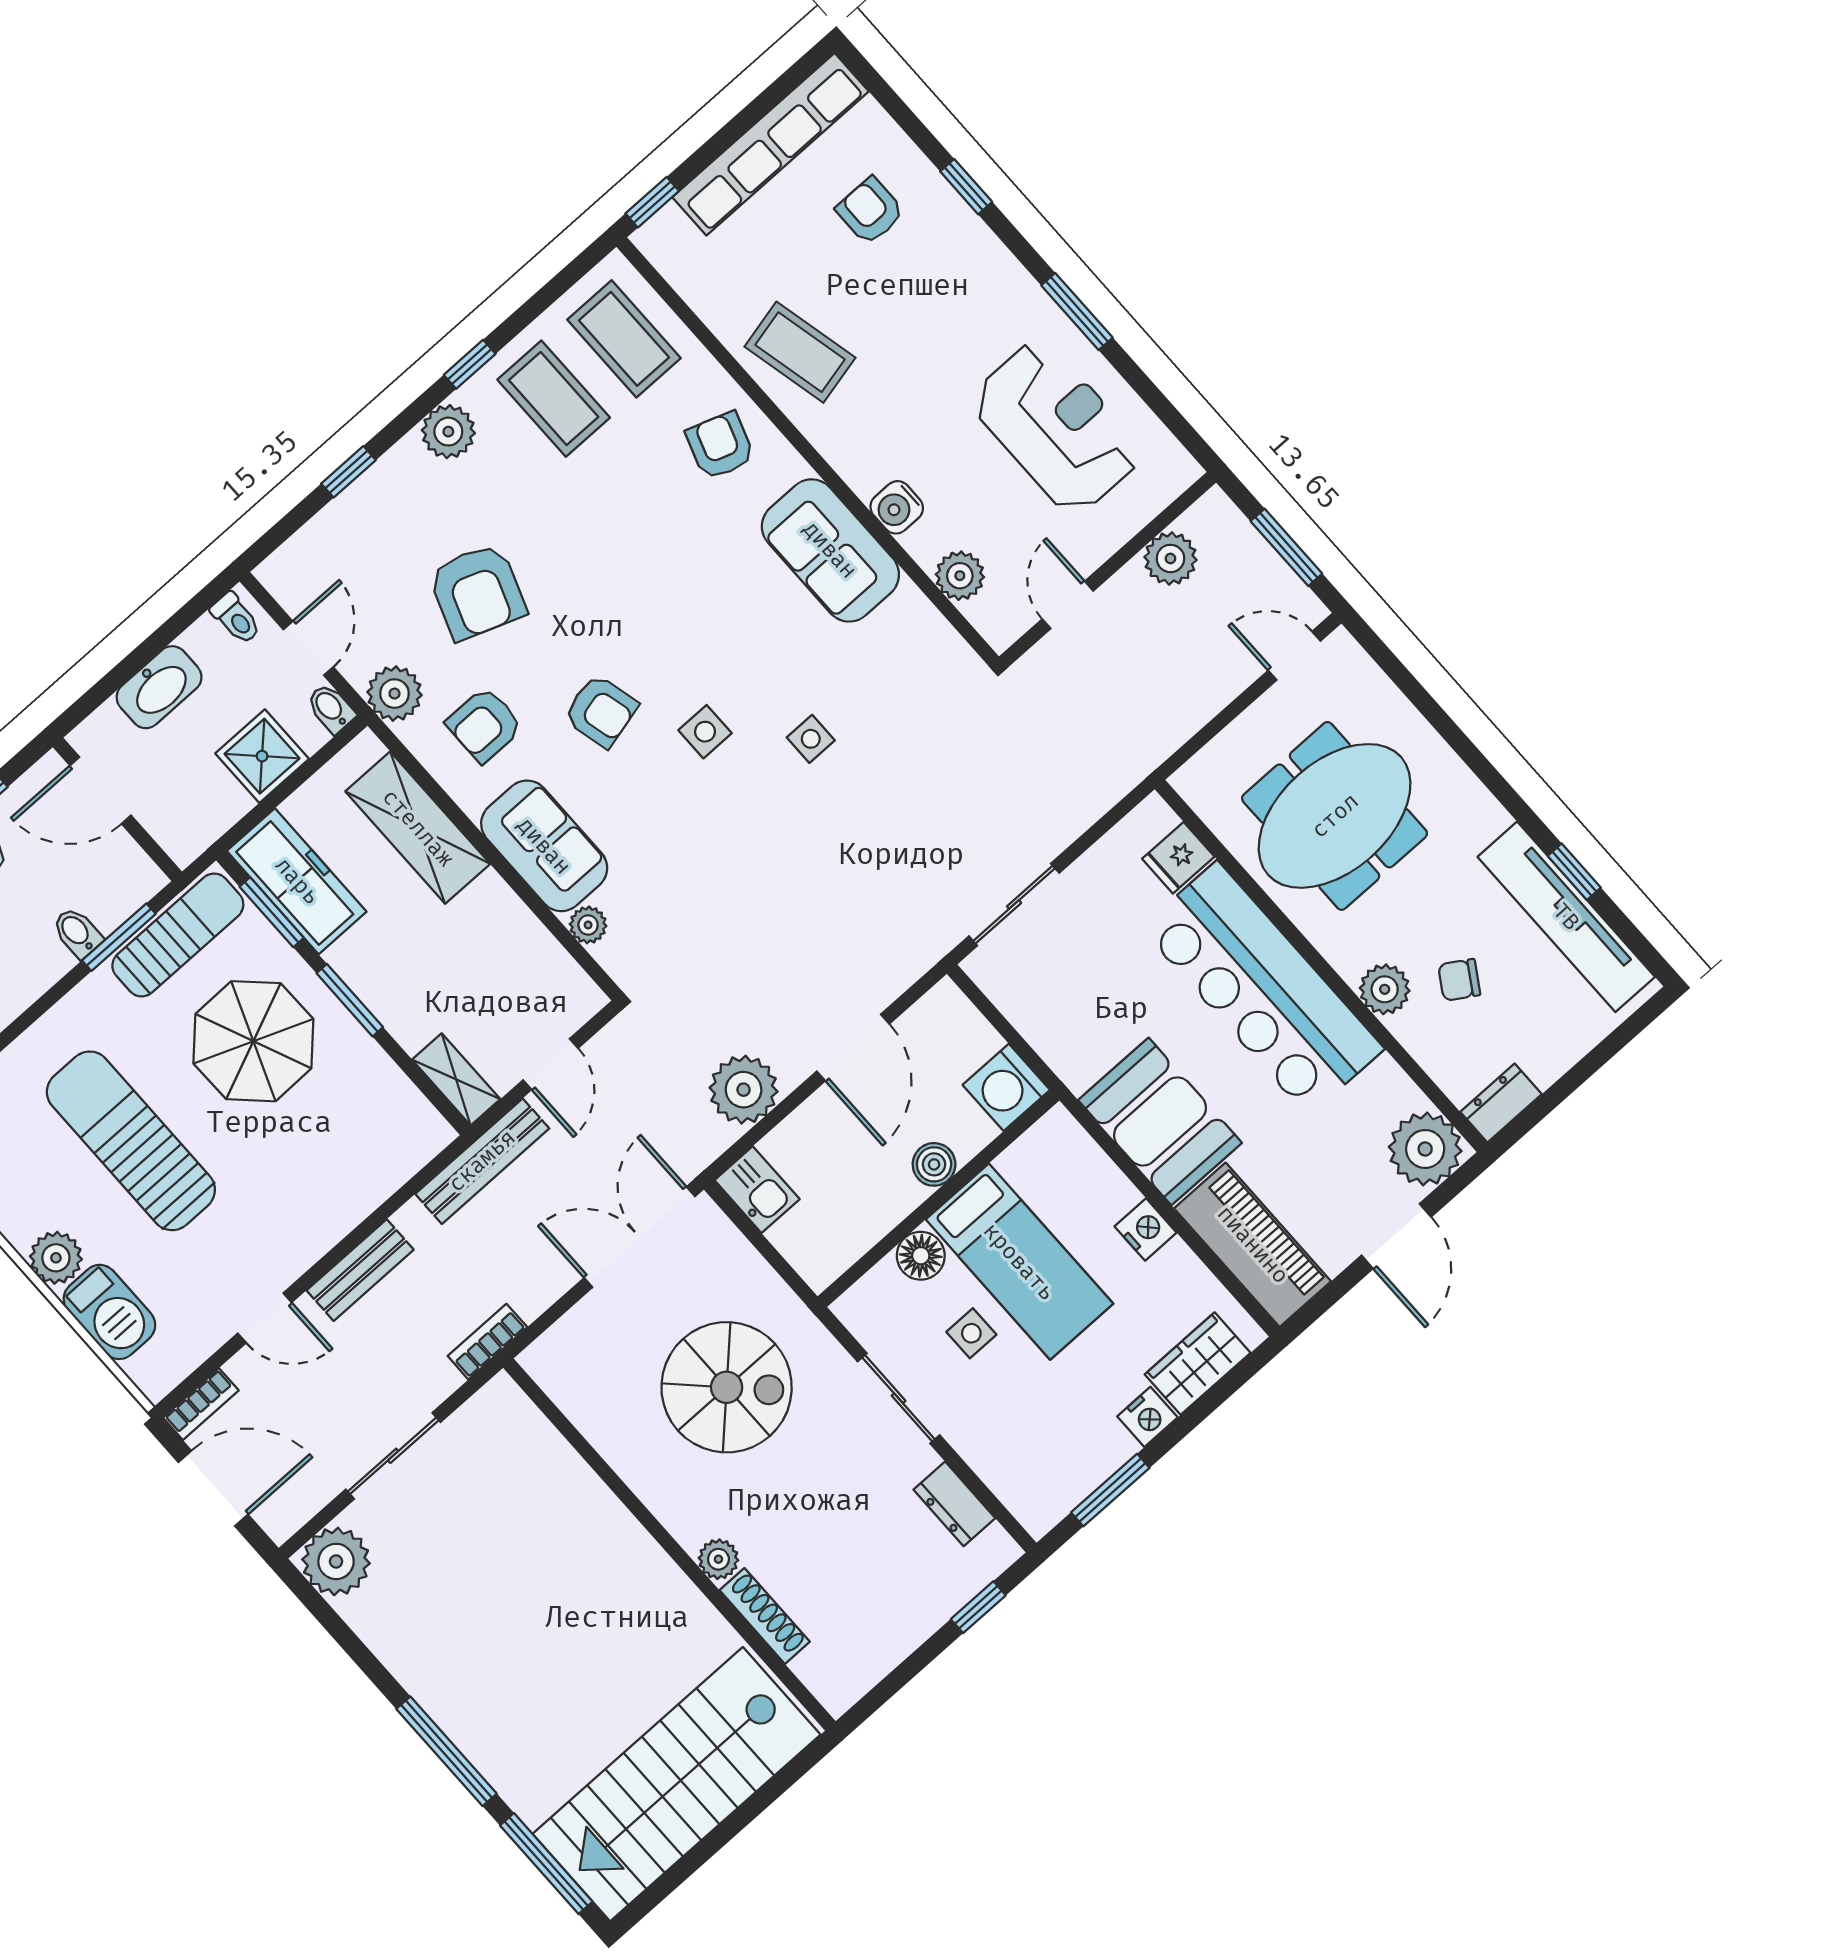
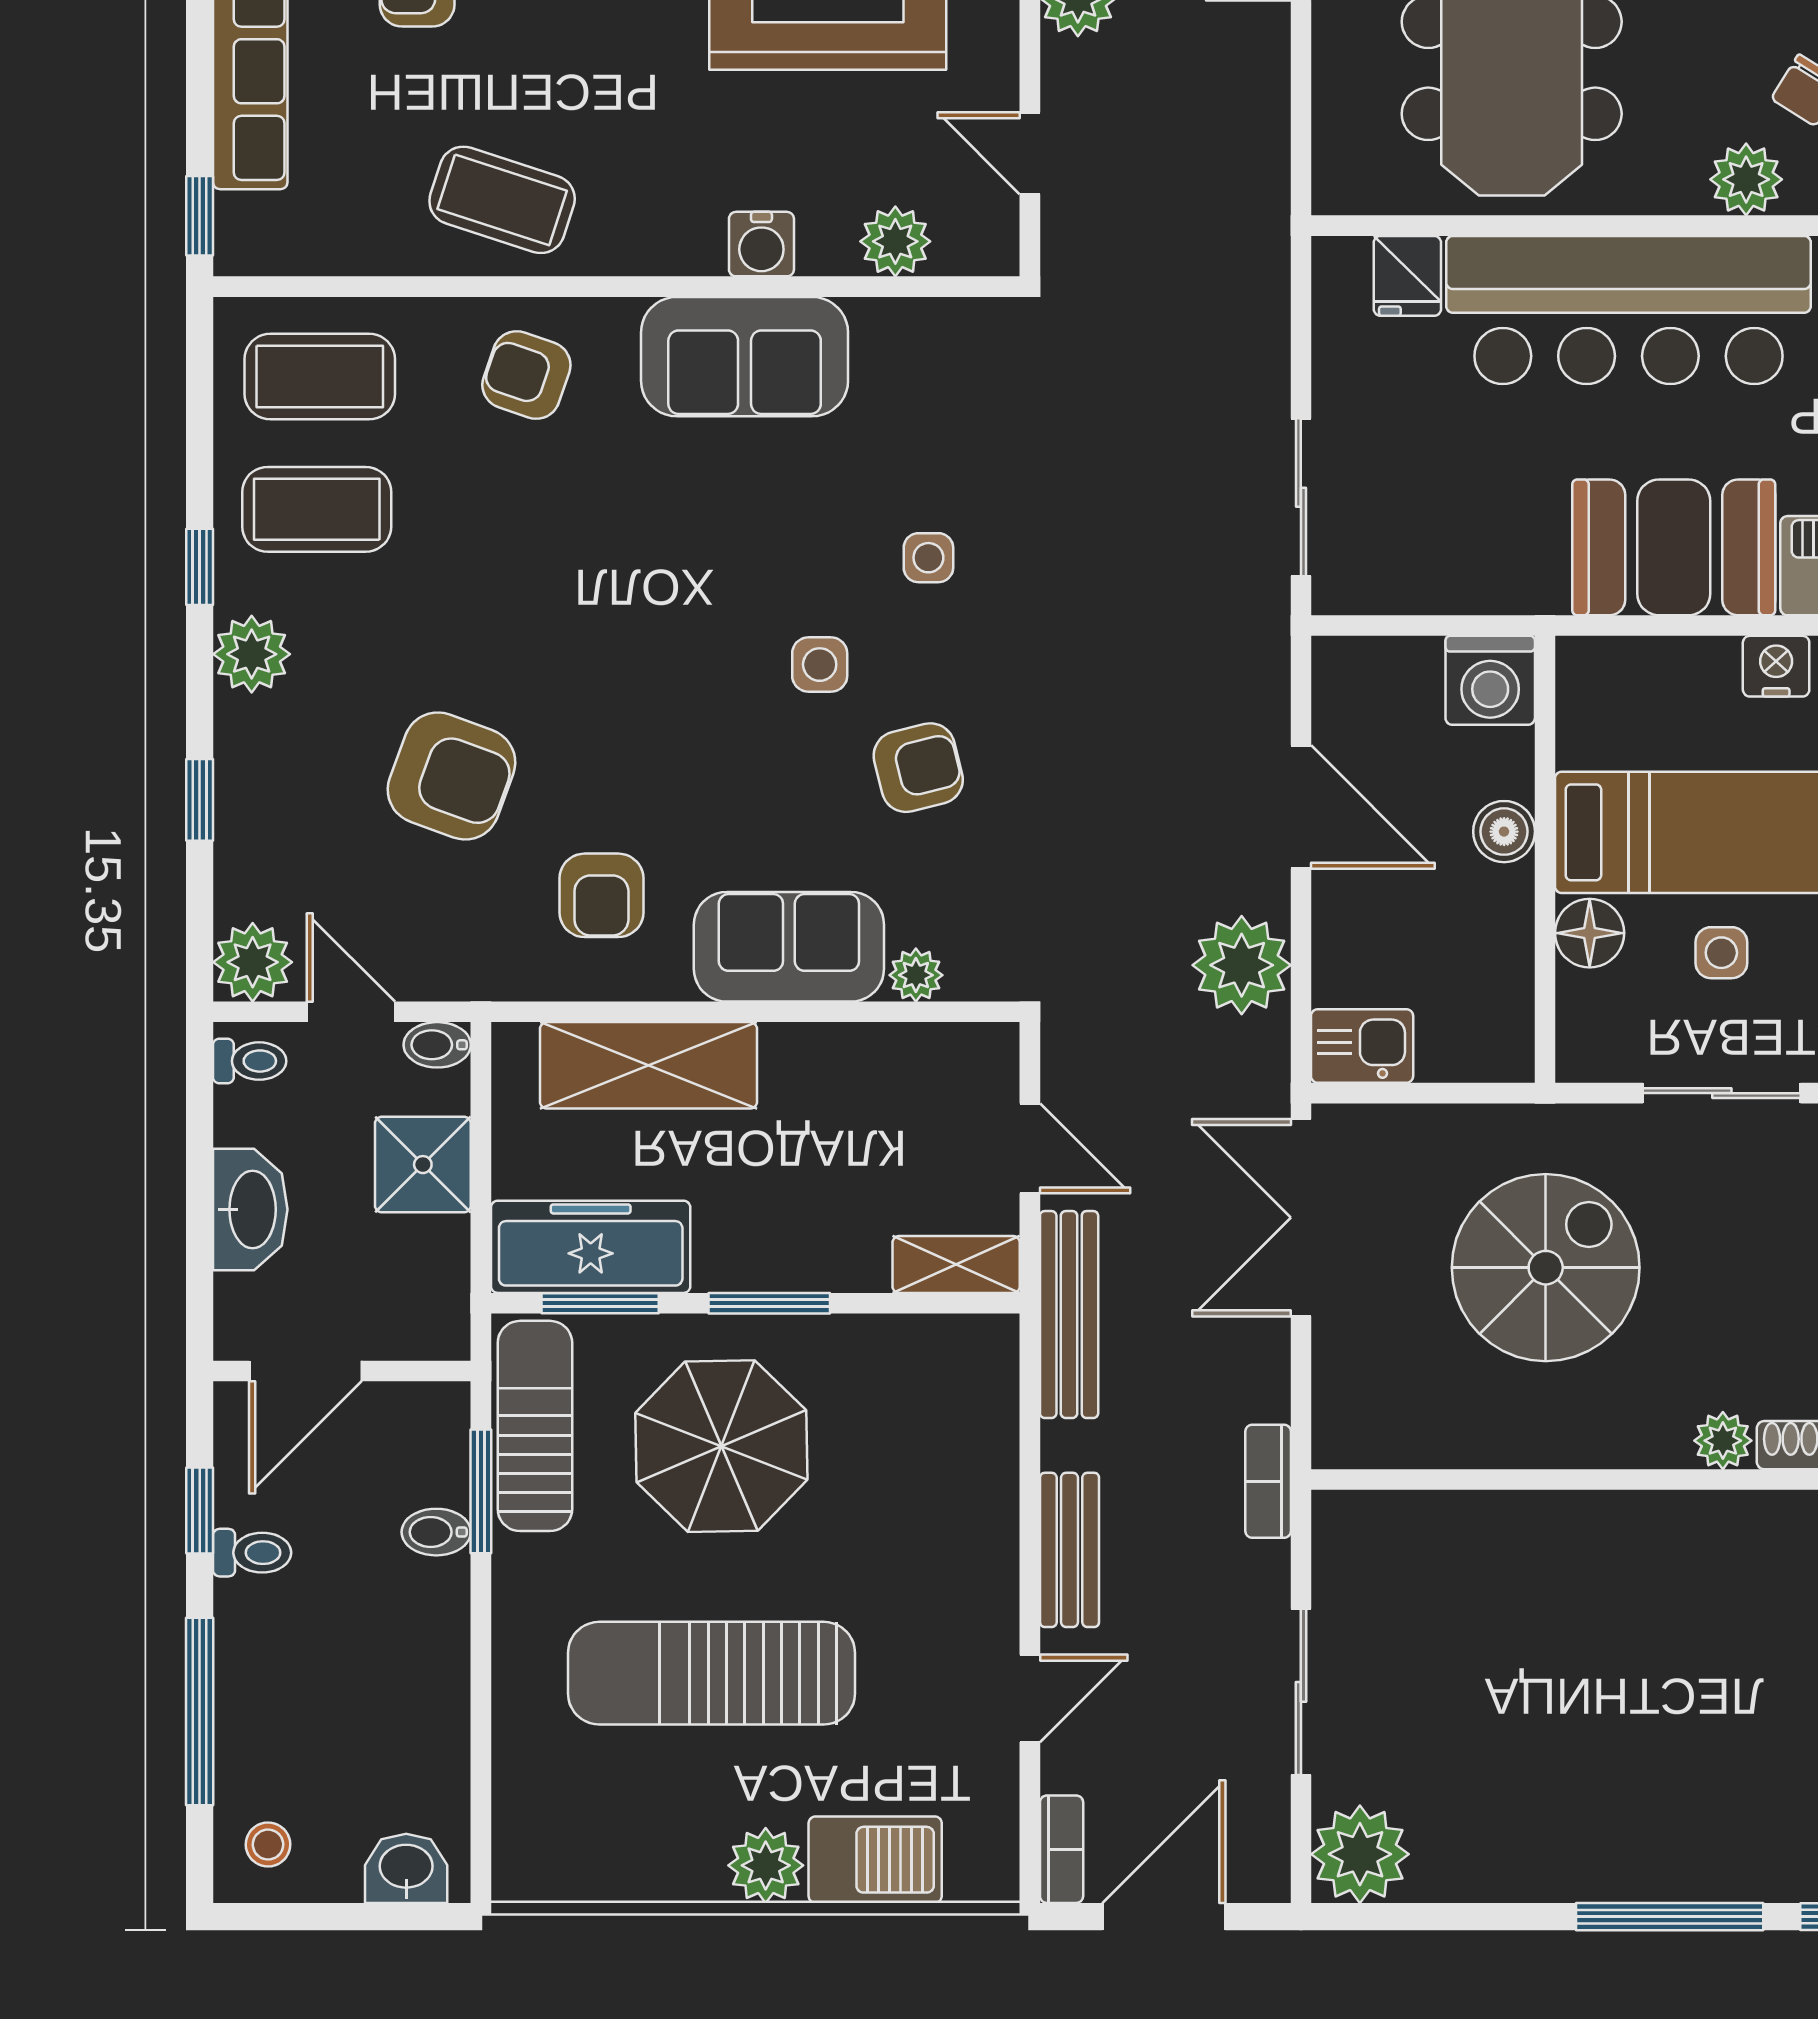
coffee table: (800, 352) -> (502, 200), turned 31
plant: (395, 694) -> (253, 962), moved
armchair: (601, 711) -> (918, 768), moved

